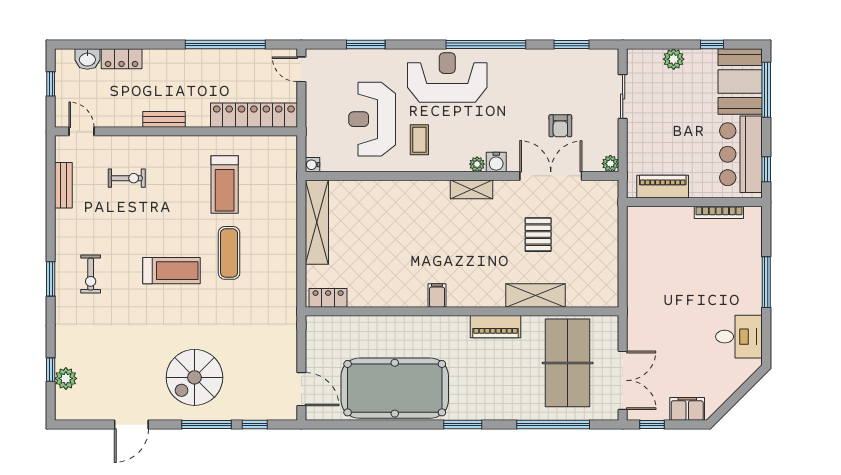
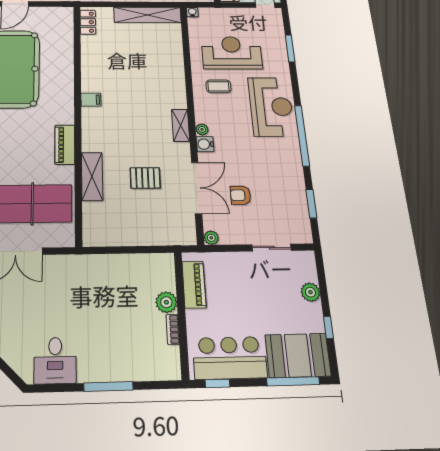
bookcase: (719, 212) -> (173, 329), width x0.64
plant: (681, 218) -> (166, 302), added

